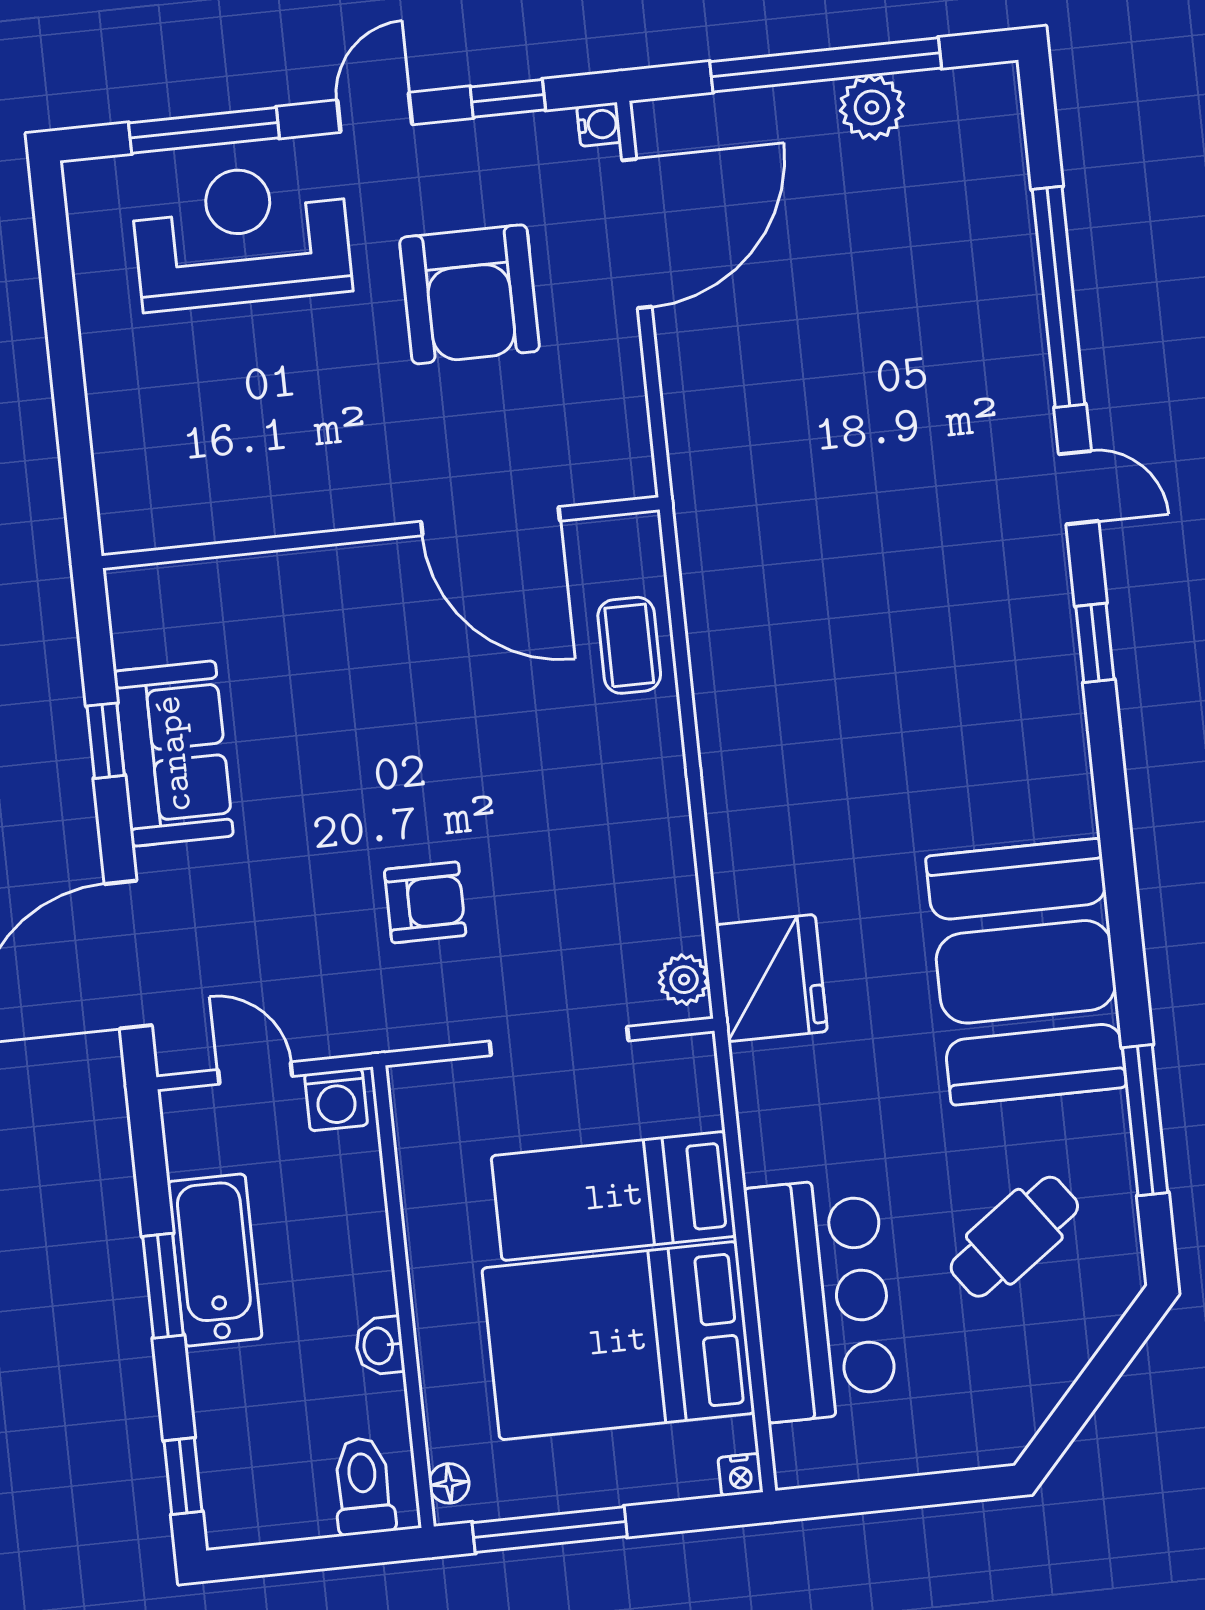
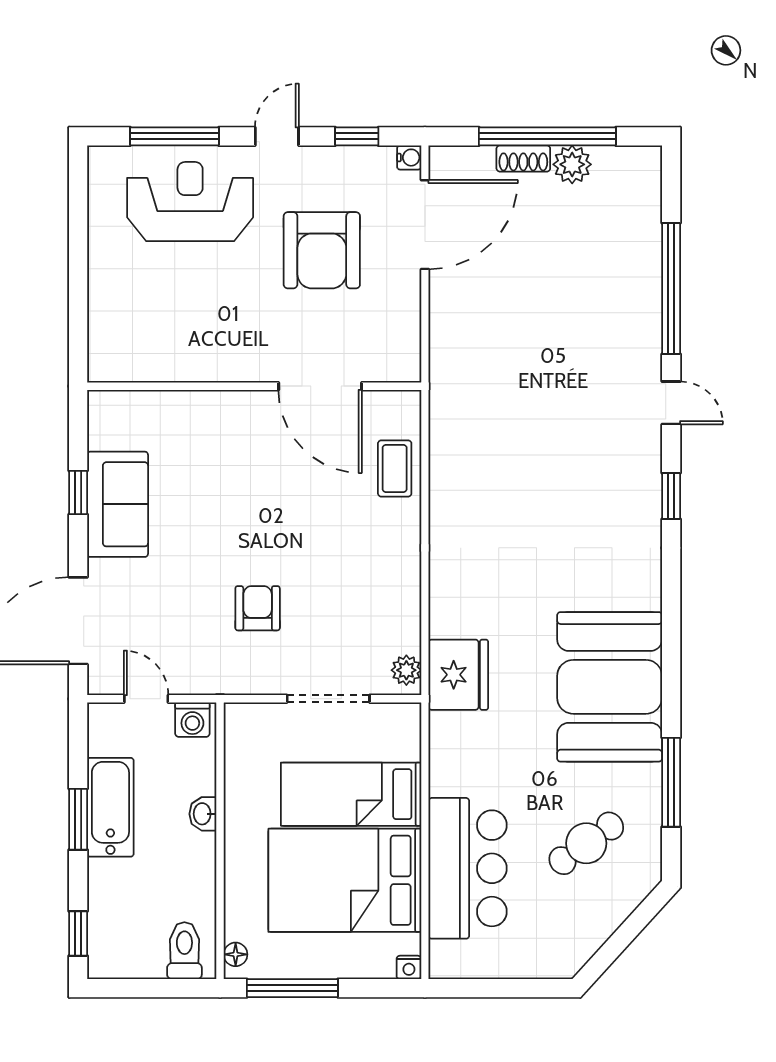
shoe rack: (789, 106) -> (523, 158), added
armchair: (425, 902) -> (258, 608), turned -90
washbasin: (380, 1346) -> (203, 814), moved

